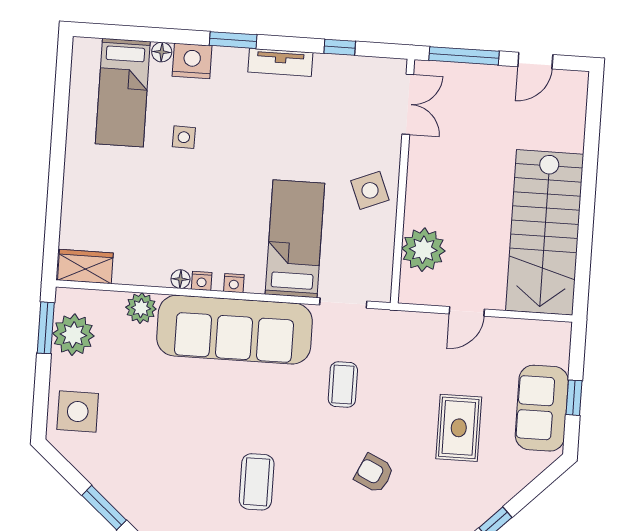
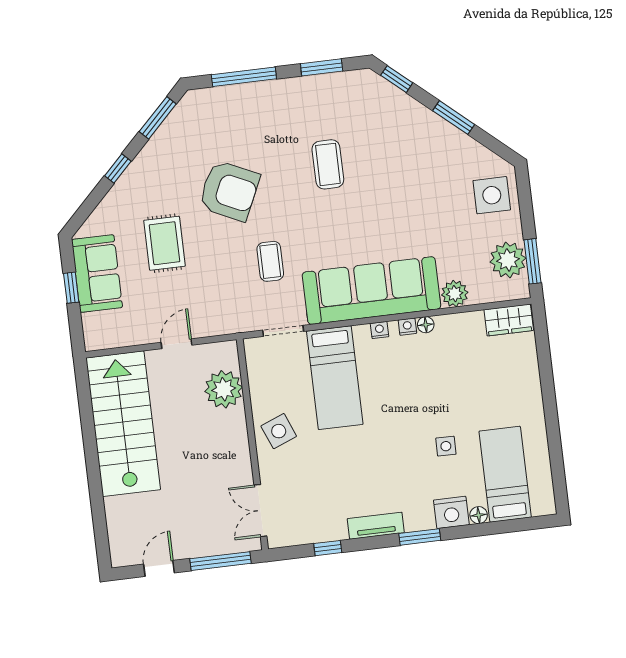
armchair: (374, 473) -> (229, 191), width x1.88, depth x1.88

